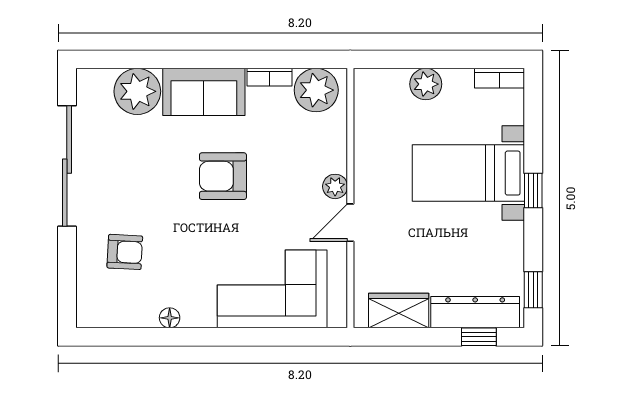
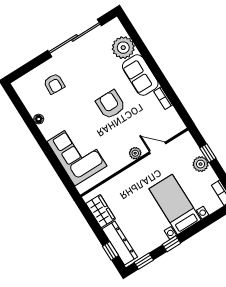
window: (415, 59) -> (208, 153), added
plant: (316, 90) -> (170, 121), removed
window: (533, 191) -> (171, 244), moved
door: (350, 223) -> (158, 148), moved

